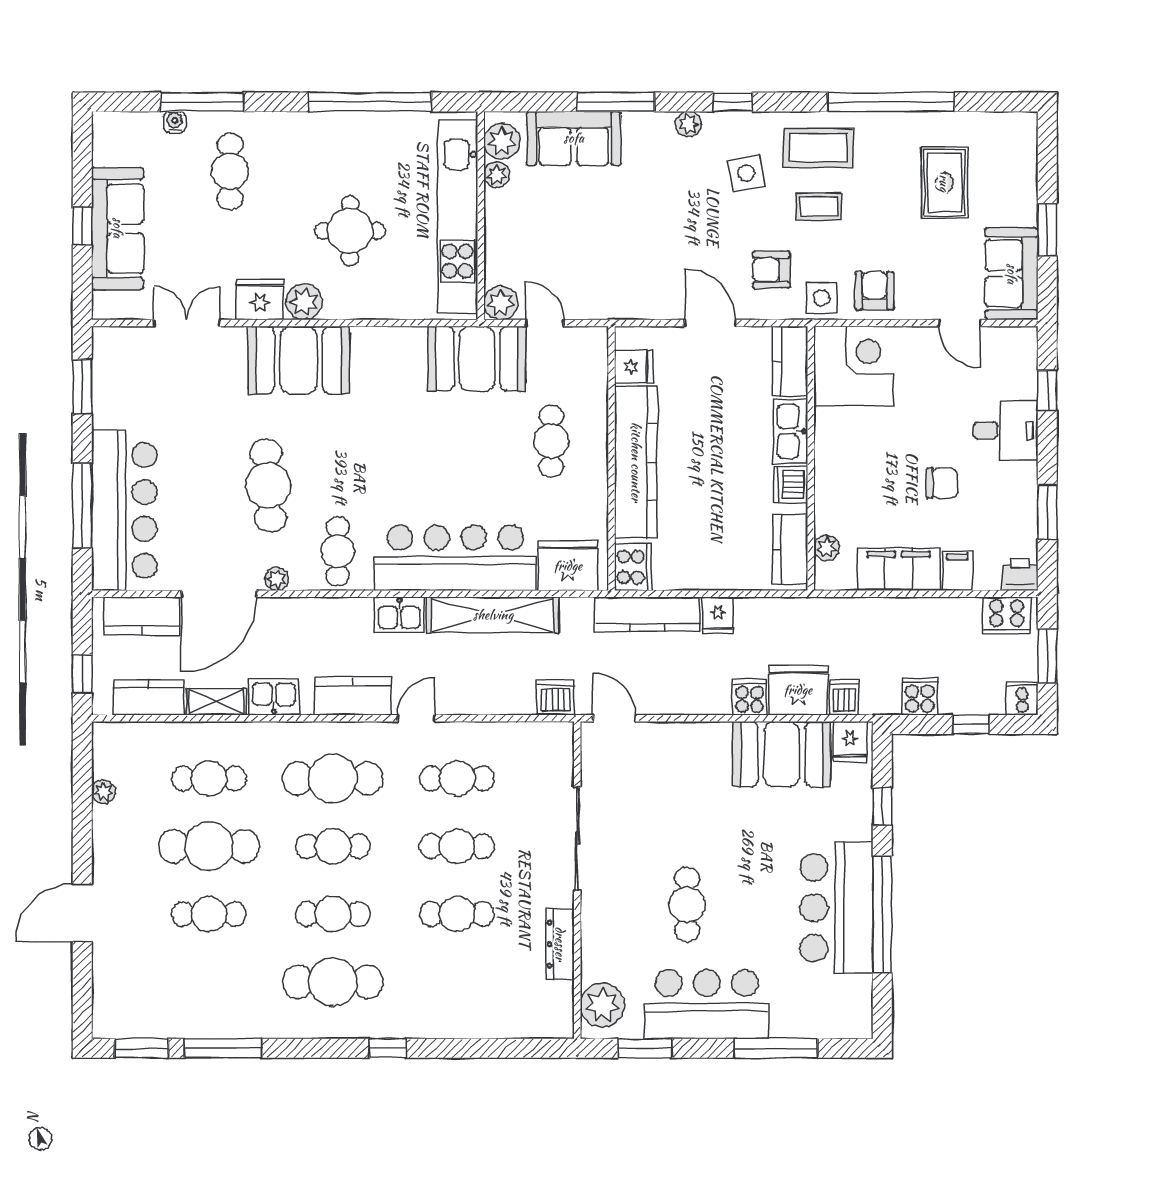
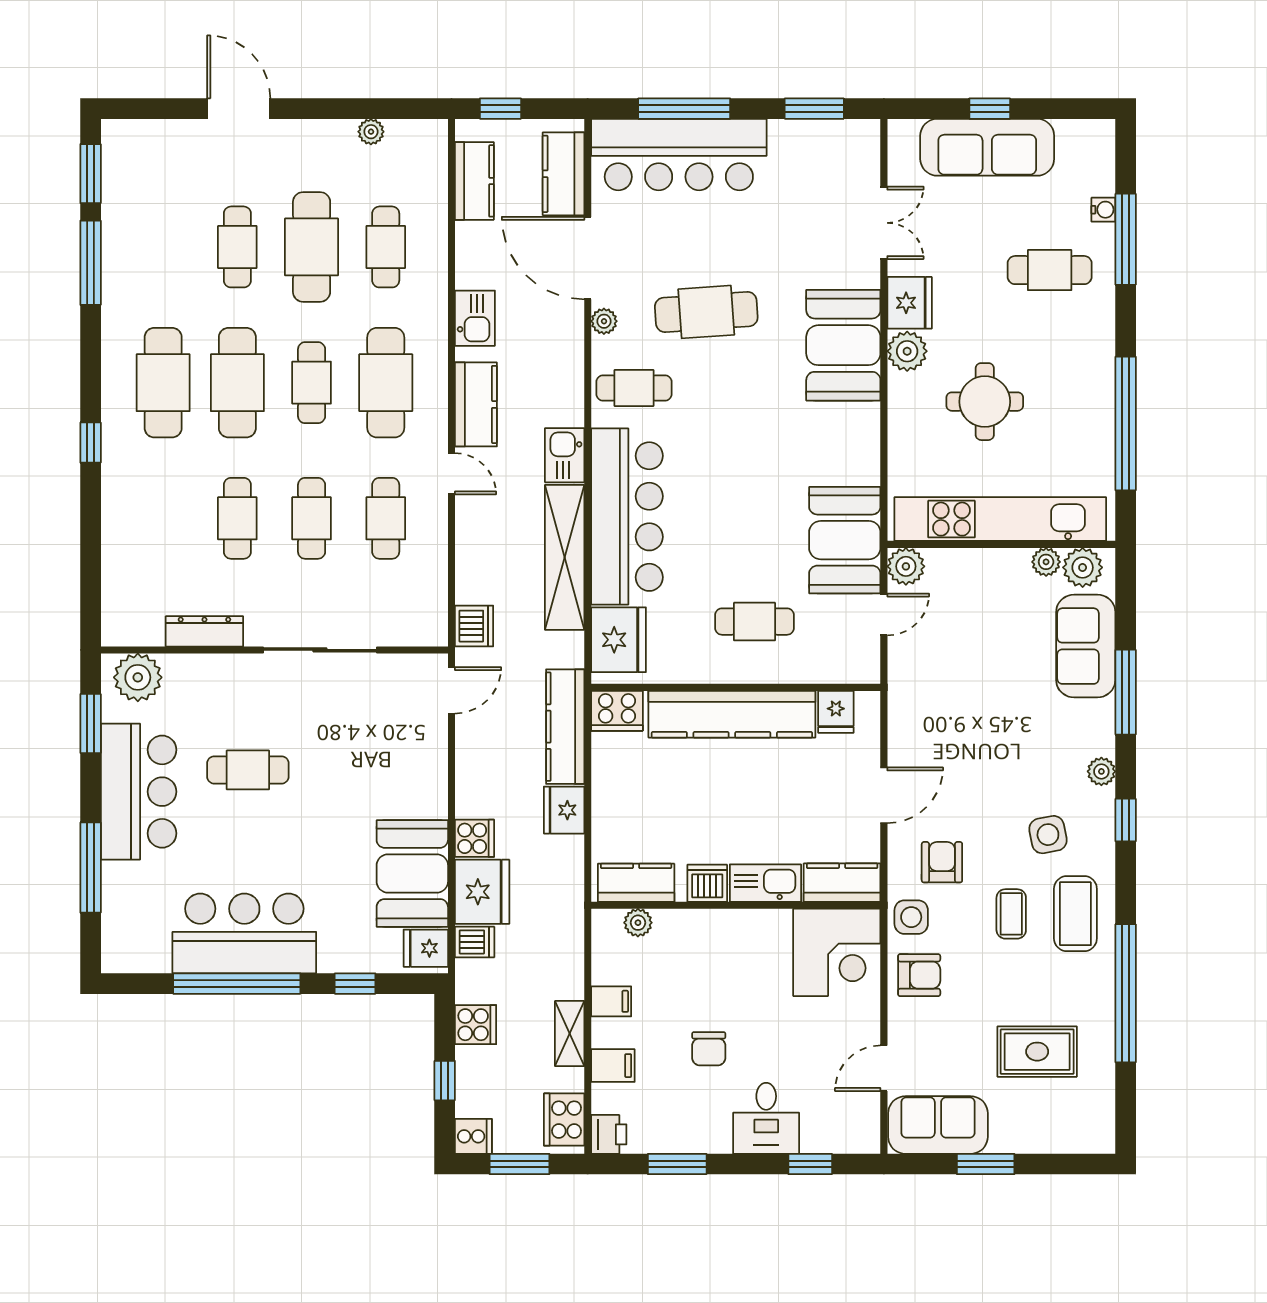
filing cabinet: (899, 569) -> (611, 1001), width x0.33, depth x0.86
fridge: (718, 615) -> (564, 810), width x1.38
shelving: (216, 702) -> (570, 1034), moved
cafe table: (333, 914) -> (237, 383), width x1.37, depth x1.35

